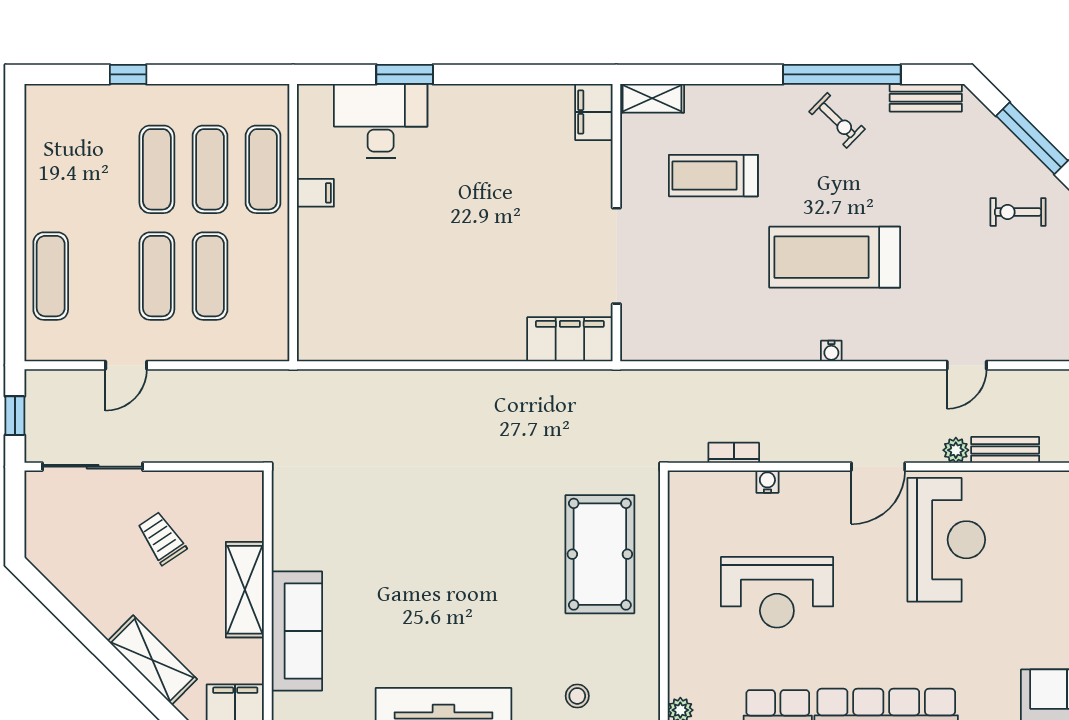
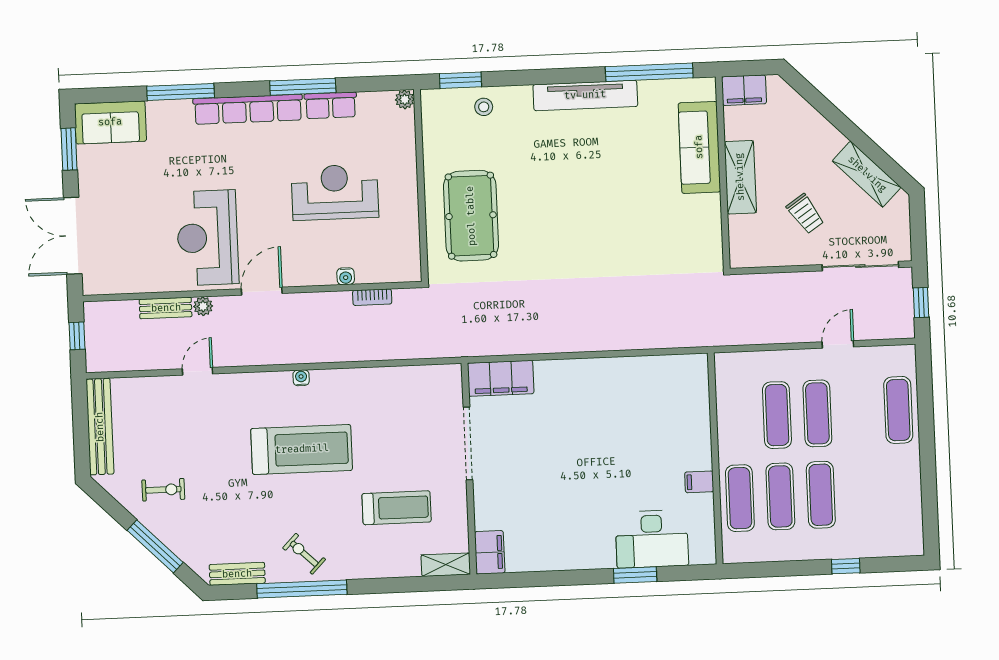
shelving: (152, 660) -> (867, 174), moved

